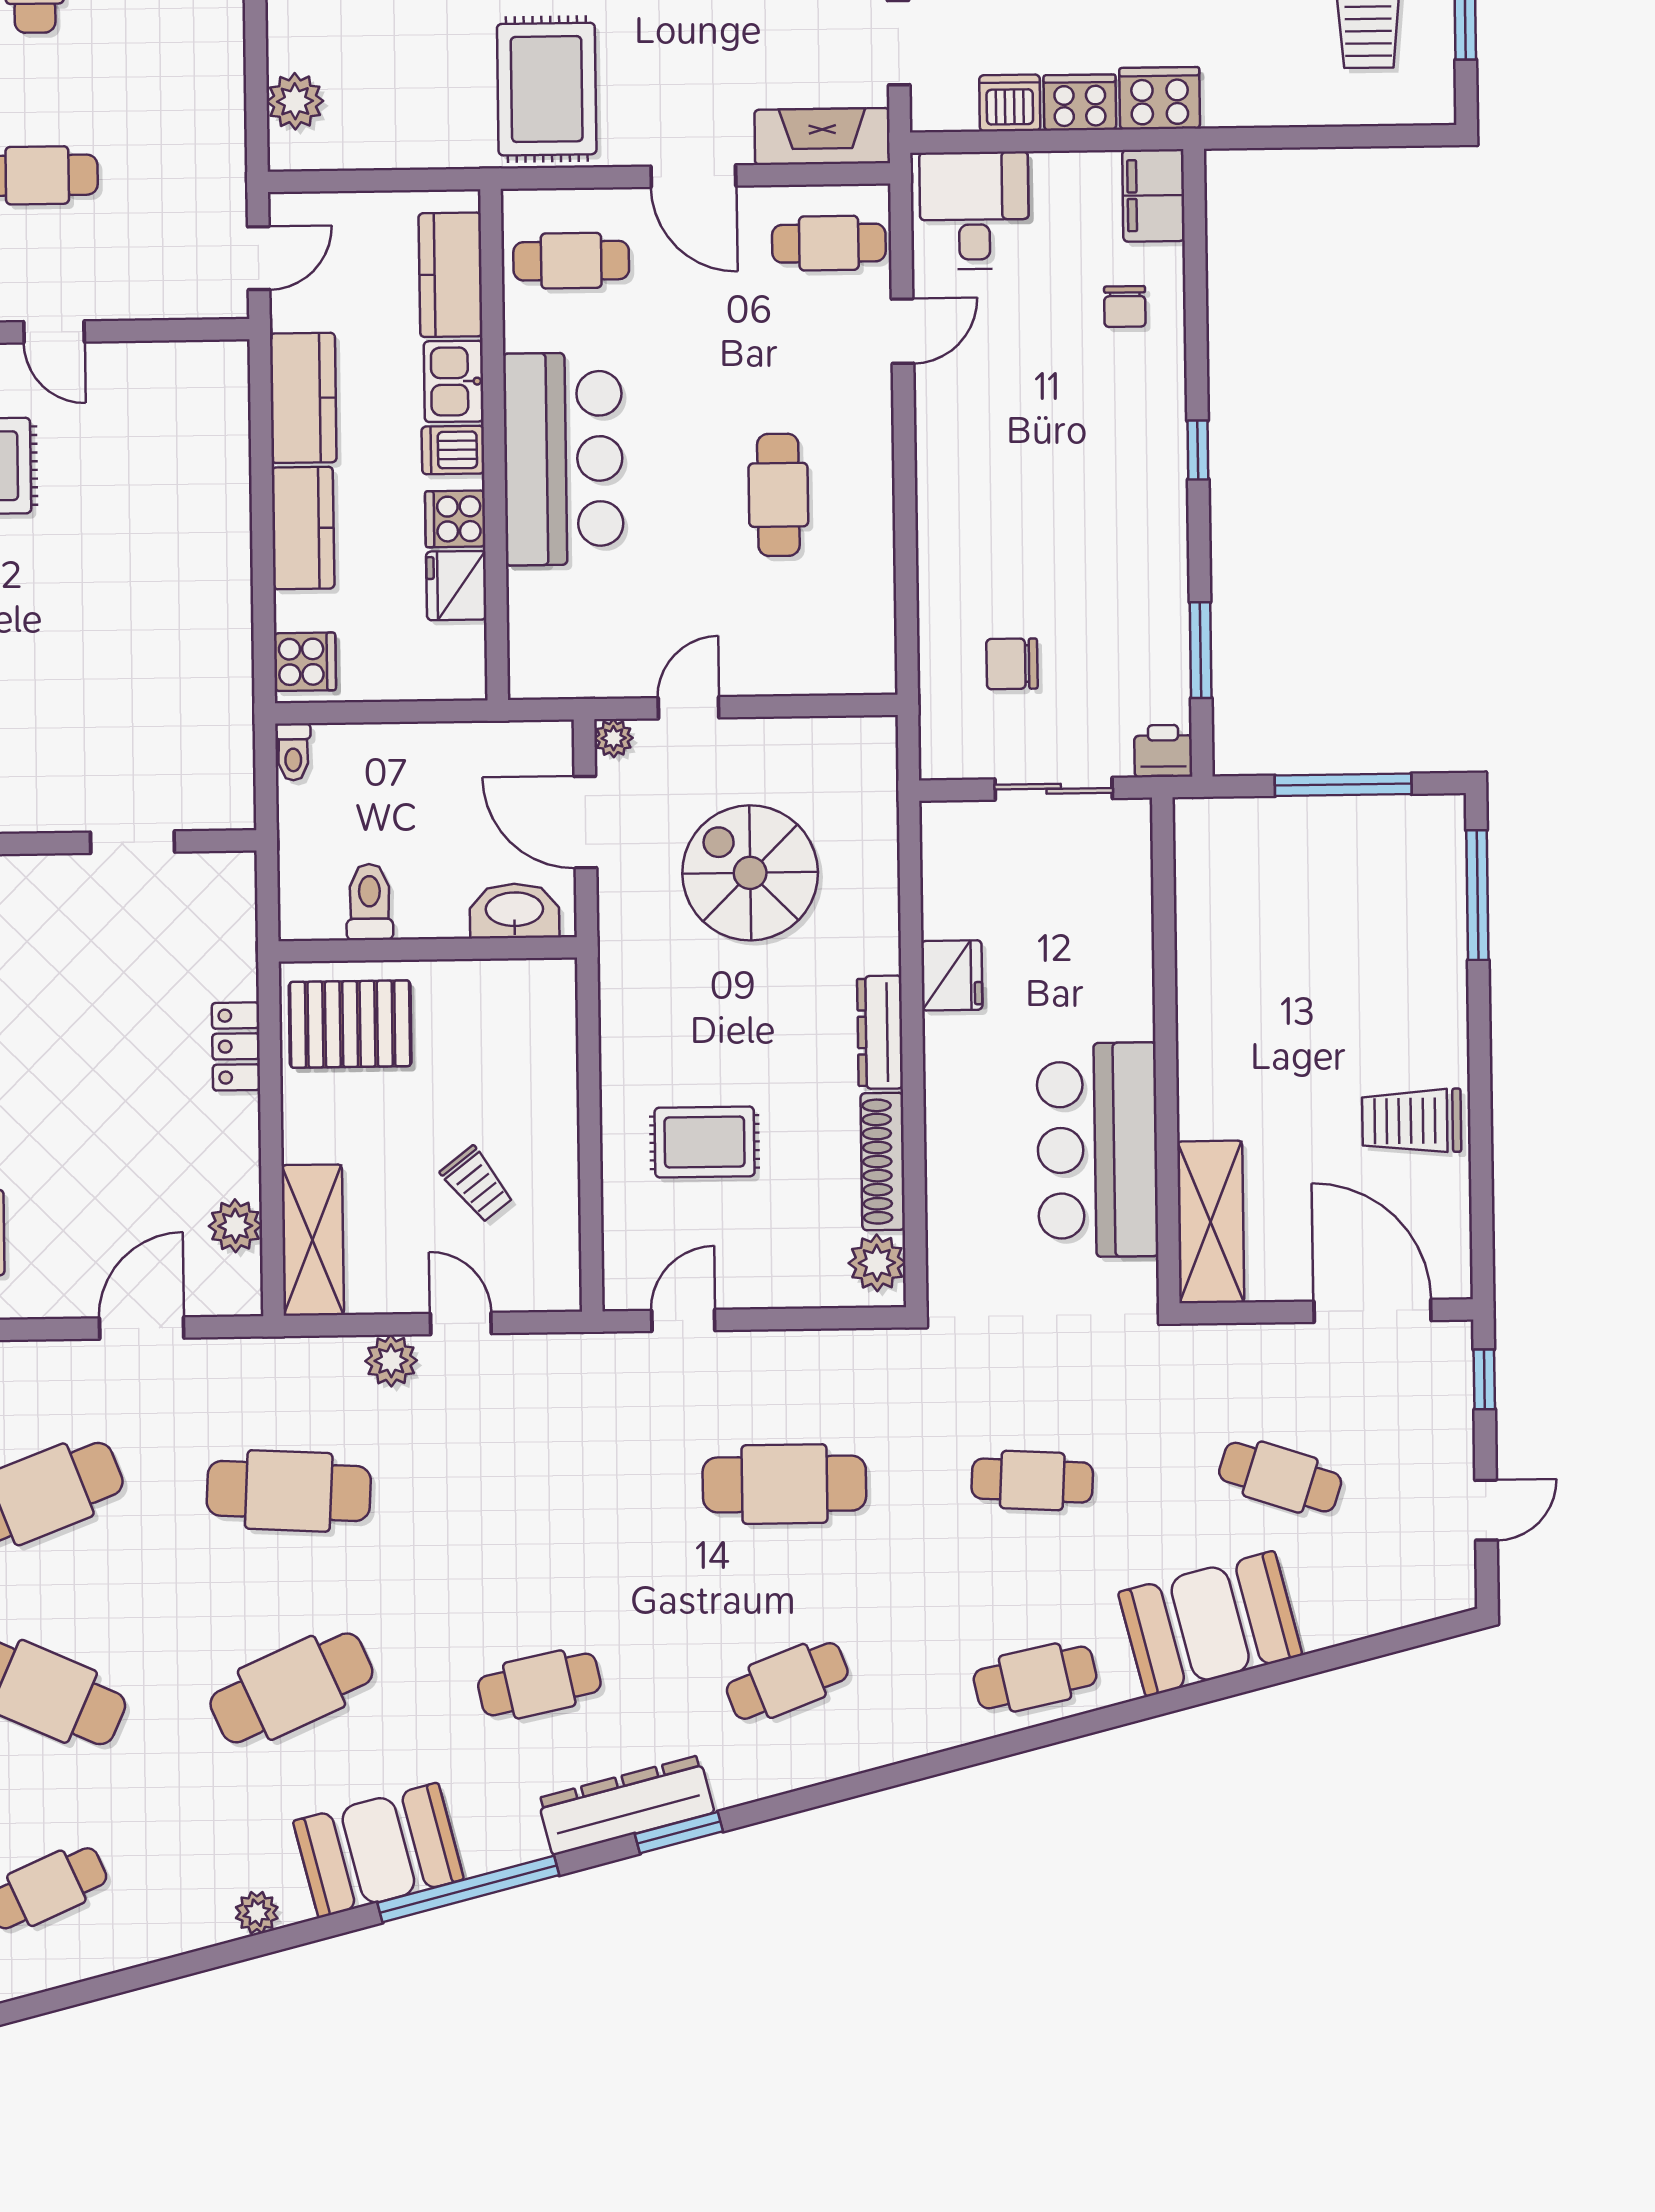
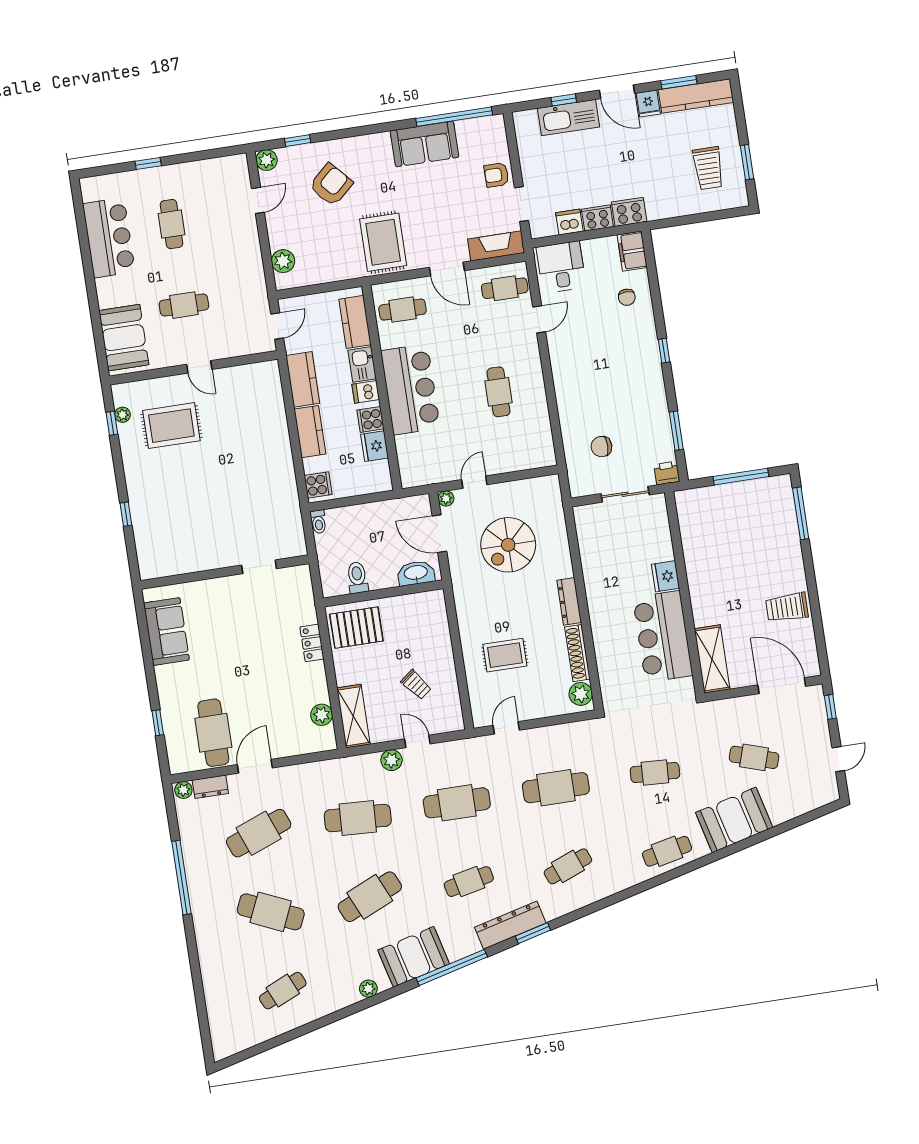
spiral stairs: (750, 873) -> (508, 545), turned -90
fridge: (952, 975) -> (666, 576), moved, turned 180
door: (142, 1328) -> (255, 766), moved
cafe table: (537, 1487) -> (457, 803), added

